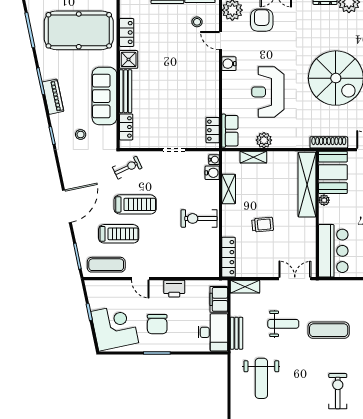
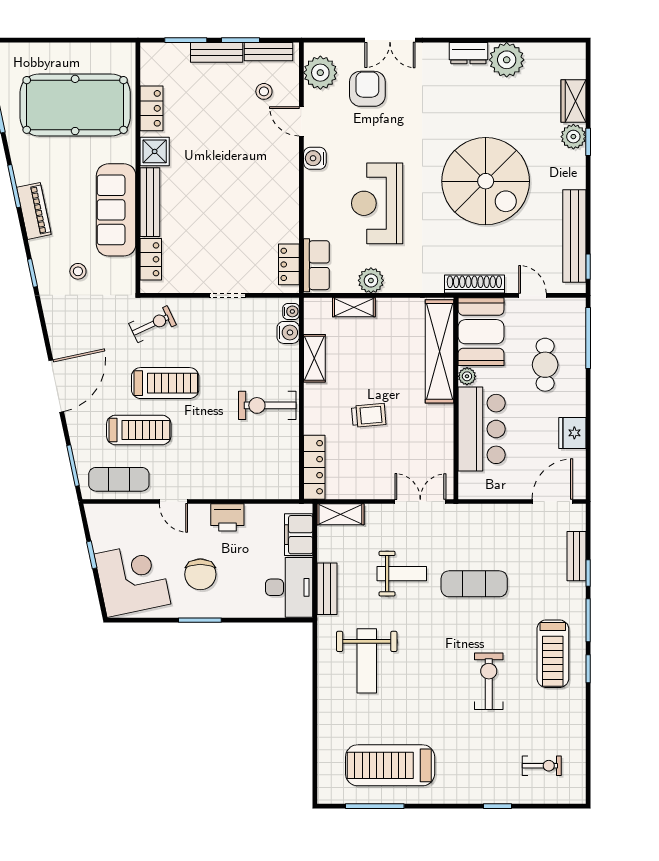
bar counter: (333, 251) -> (482, 429), moved

